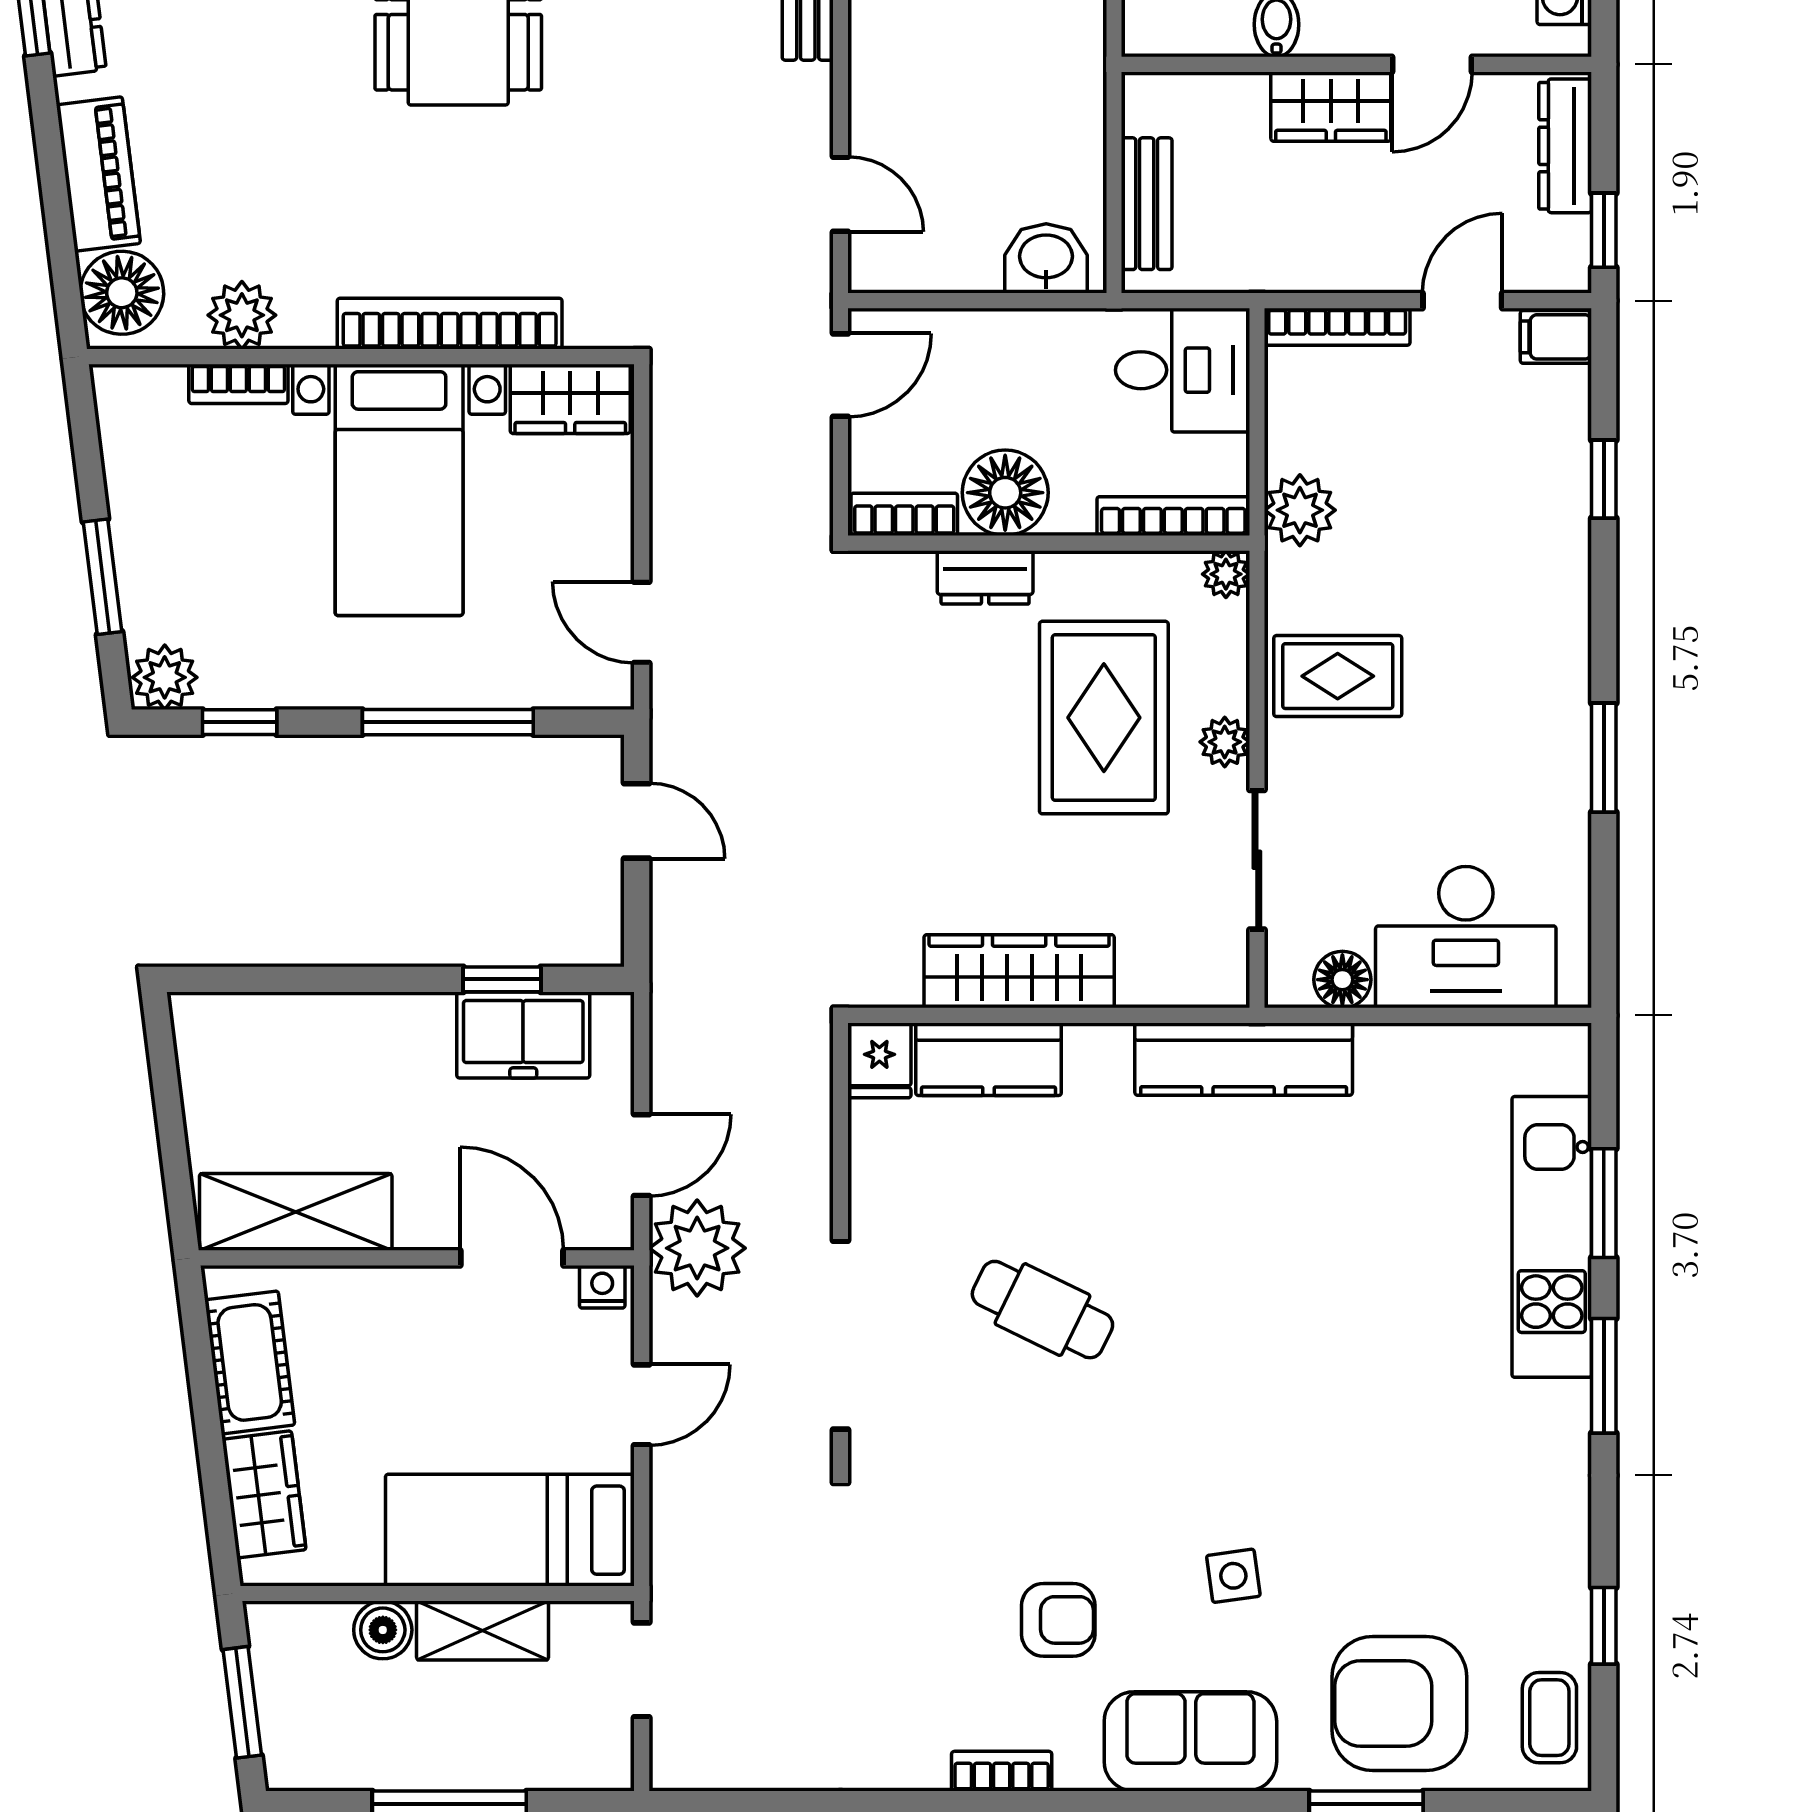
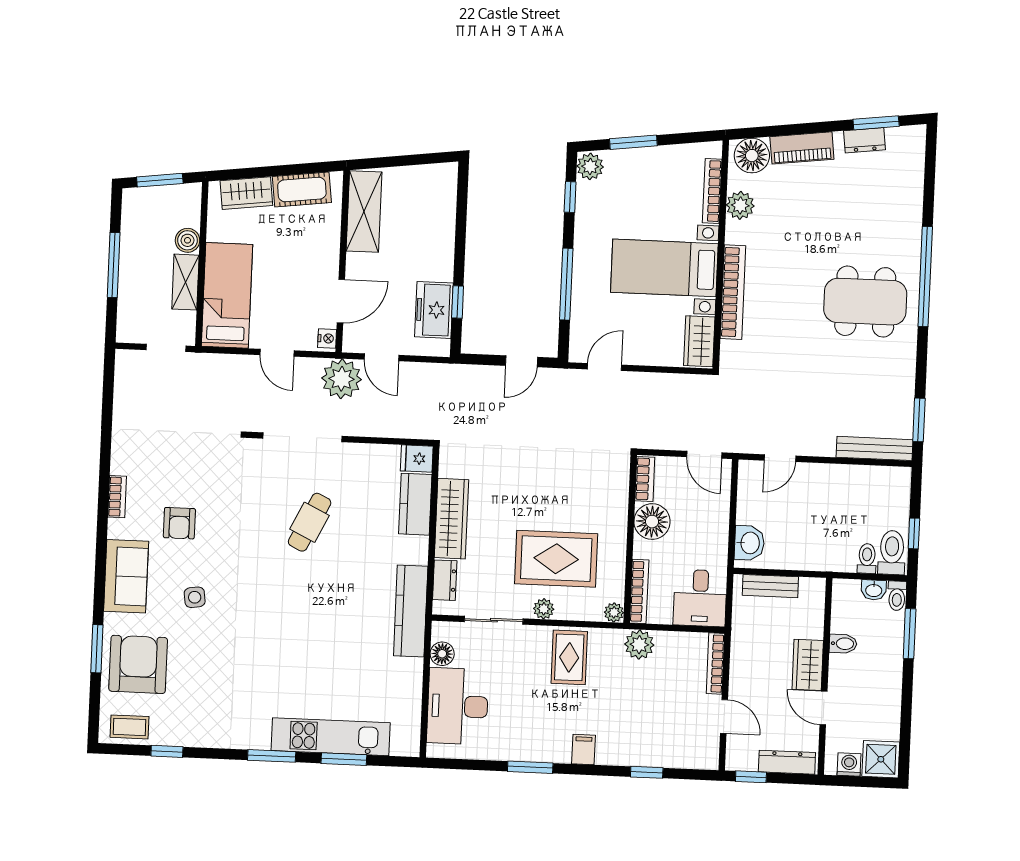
filing cabinet: (1556, 337) -> (584, 749), moved
bookcase: (238, 384) -> (712, 191), width x1.56
dresser: (985, 577) -> (445, 580), moved, turned 180

